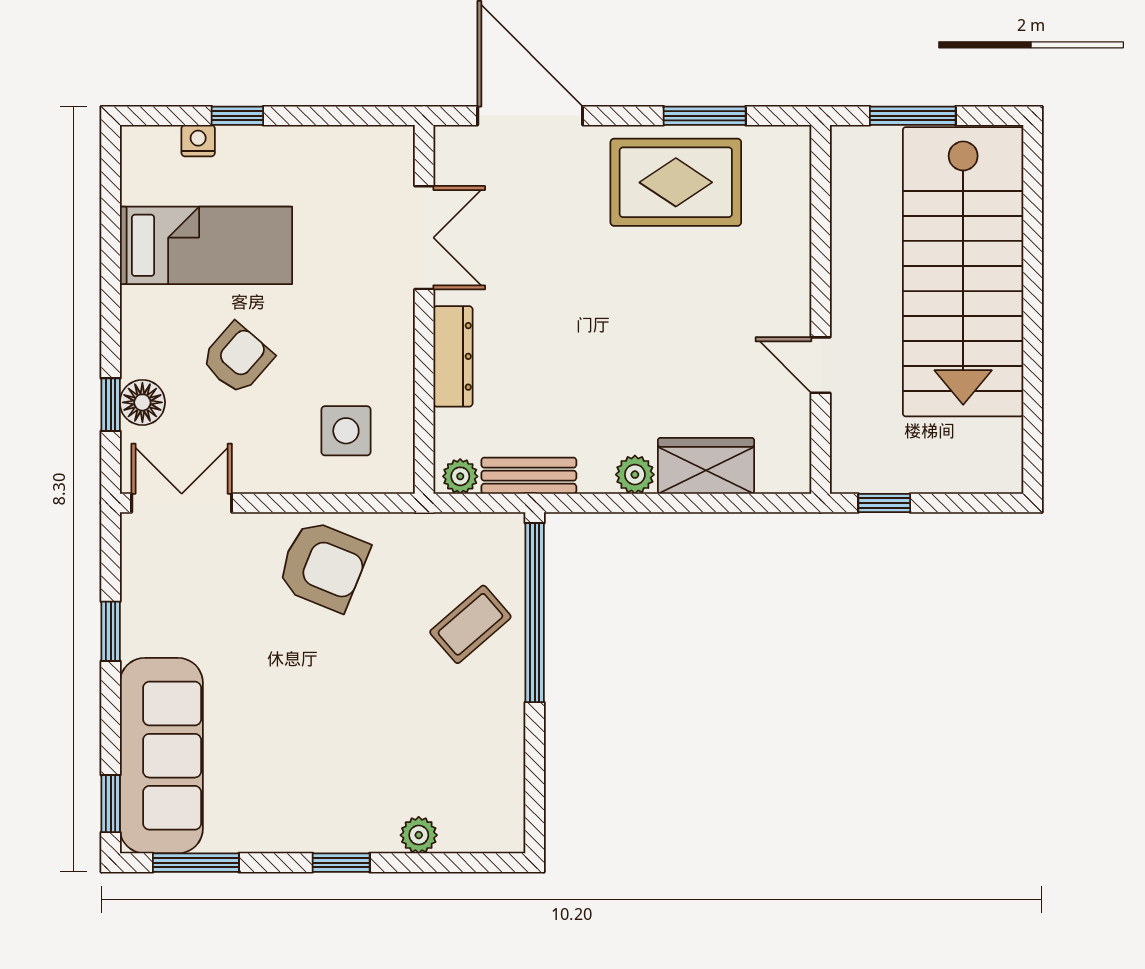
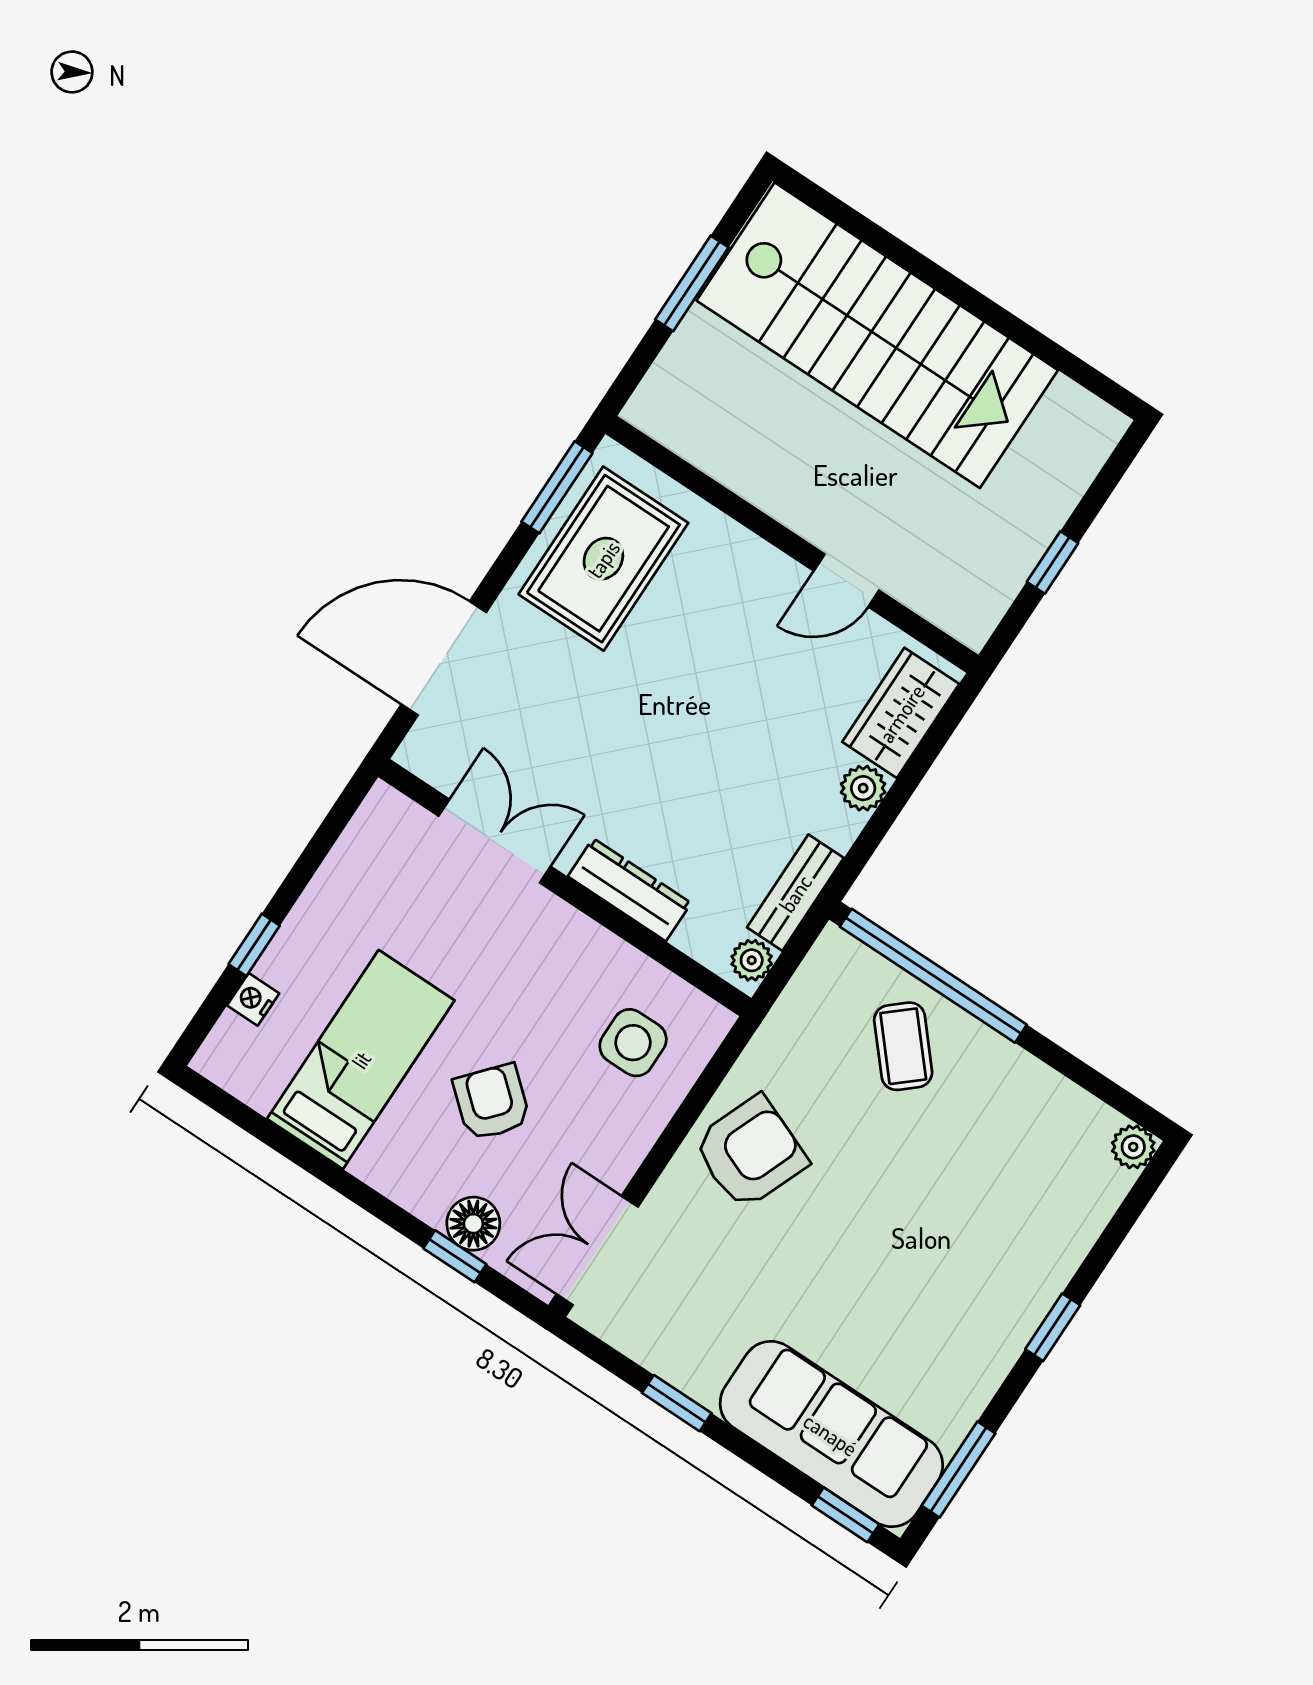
wall: (821, 309) -> (792, 544), moved
door: (821, 365) -> (846, 581), moved
plant: (419, 835) -> (1133, 1147), moved

